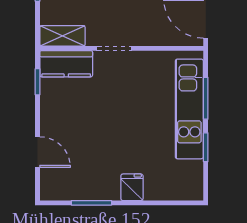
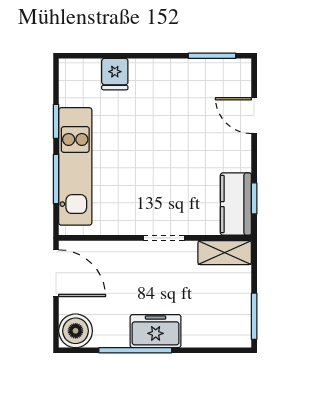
kitchen counter: (66, 64) -> (236, 204), moved, turned -90
fridge: (132, 187) -> (115, 74), moved
window: (91, 203) -> (212, 56), moved

